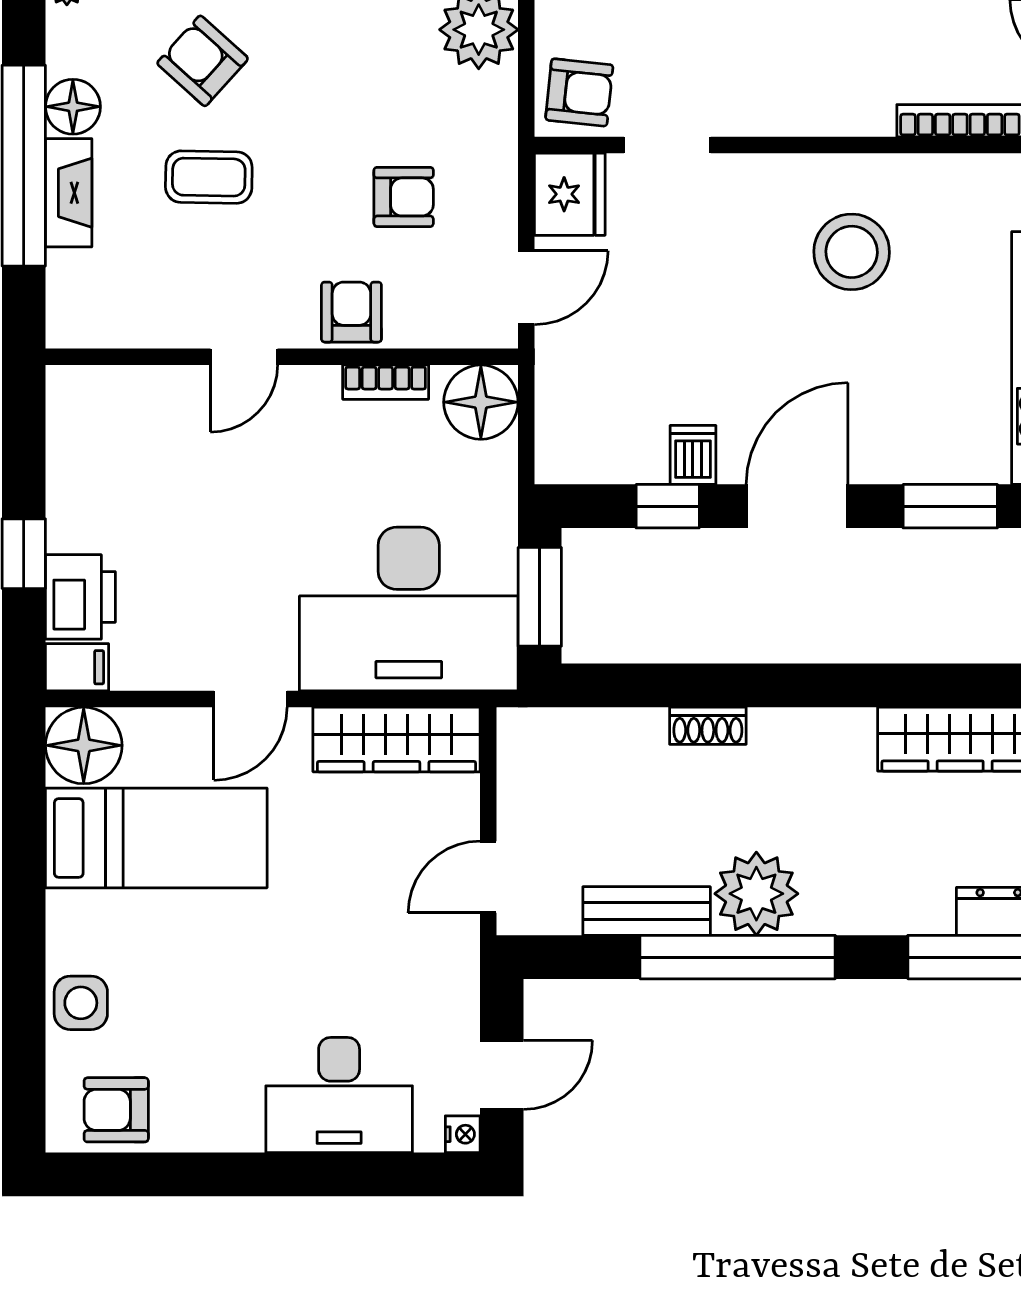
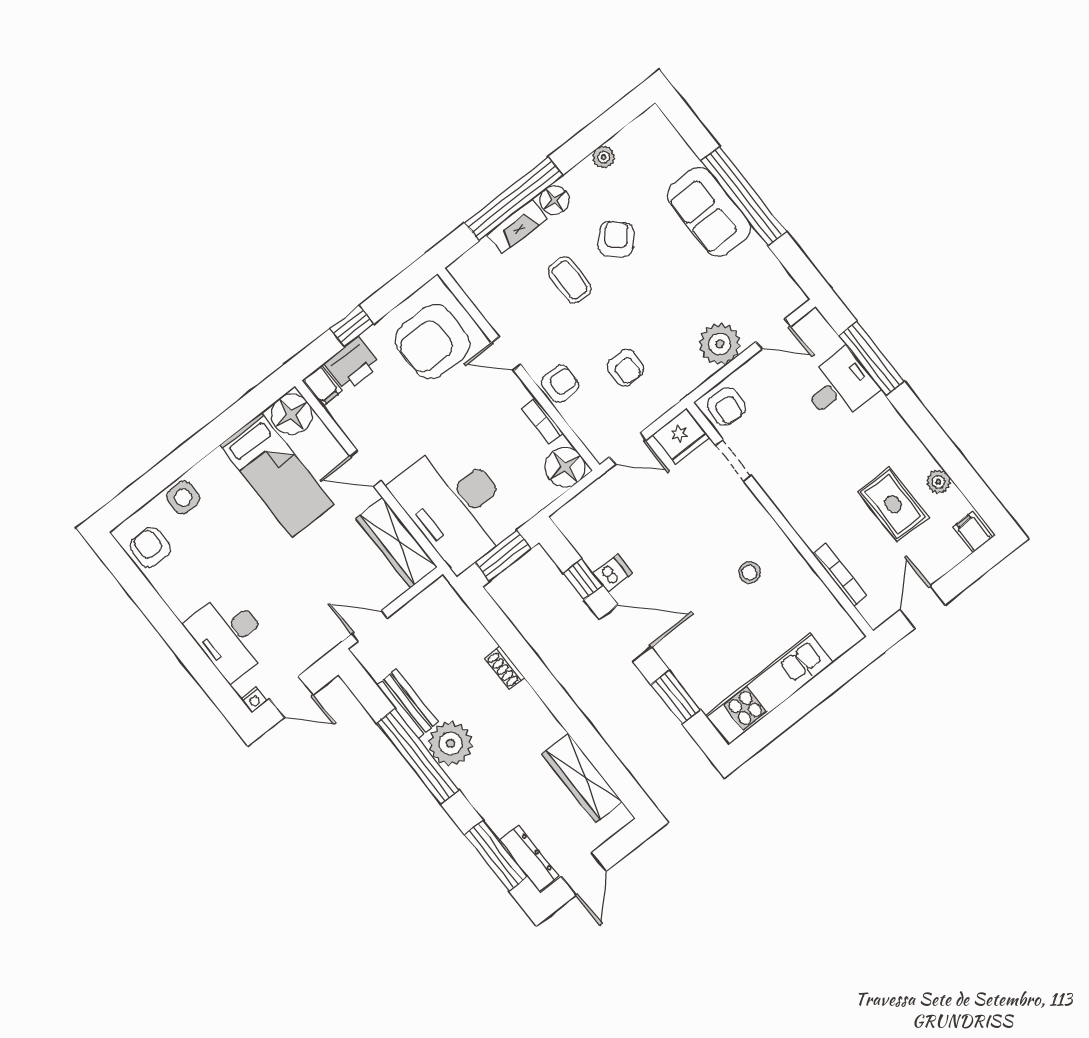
stool: (852, 252) -> (749, 573), width x0.53, depth x0.53
armchair: (141, 452) -> (432, 342), added

